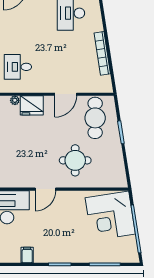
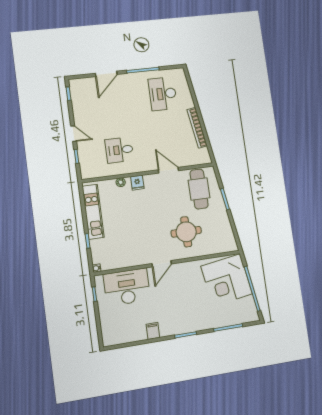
door: (66, 94) -> (168, 170), swing flipped
fridge: (32, 105) -> (137, 183), width x0.53, depth x0.75

